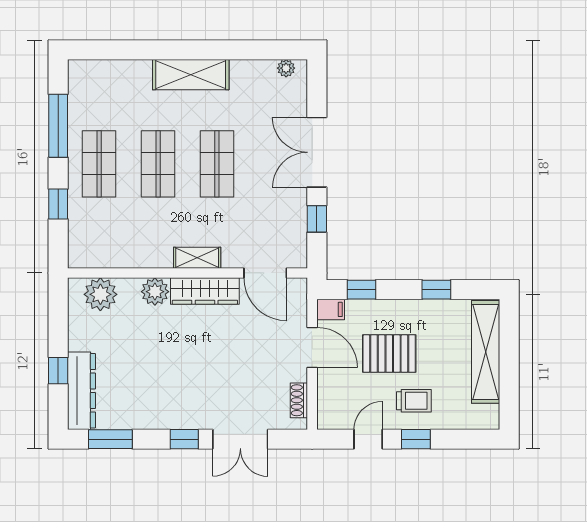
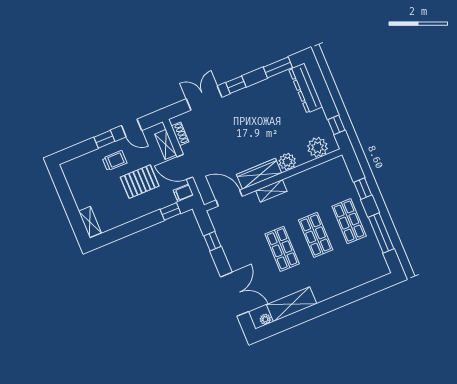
shelving: (191, 75) -> (292, 304), moved
double door: (317, 152) -> (234, 294), moved
window: (436, 290) -> (128, 229), removed
shelving: (486, 352) -> (90, 222), width x0.45, depth x0.75
window: (58, 371) -> (336, 125), moved
shelving: (327, 393) -> (166, 144), added
trolley: (414, 401) -> (115, 161), turned 180
door: (368, 439) -> (132, 128), hinge flipped

